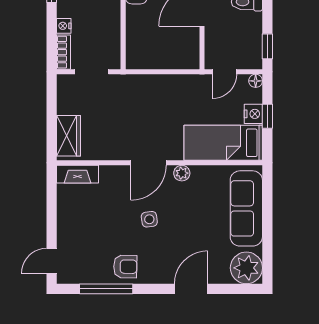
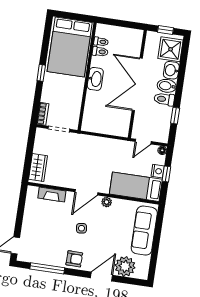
nightstand: (64, 26) -> (46, 97), removed
window: (267, 46) -> (175, 116), moved
fireplace: (78, 174) -> (52, 194), moved
armchair: (125, 267) -> (74, 259), moved
plant: (246, 268) -> (125, 266), moved

